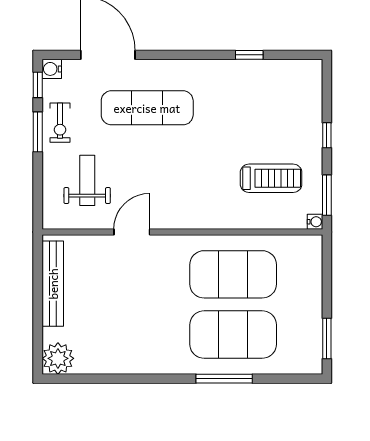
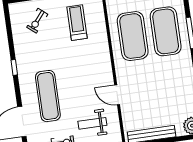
window: (249, 55) -> (14, 67), moved
exercise bike: (284, 108) -> (37, 21), added

